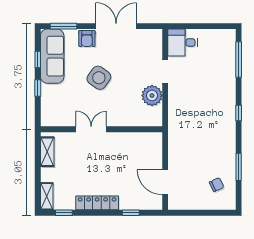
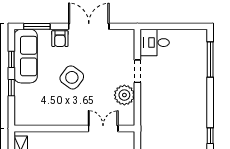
window: (239, 113) -> (210, 136), moved
double door: (91, 129) -> (103, 128), moved

